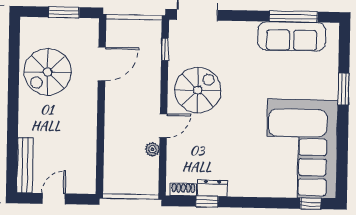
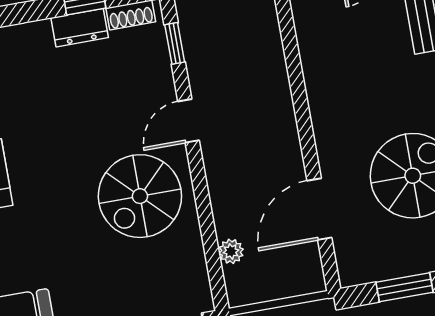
window: (165, 49) -> (175, 43), moved
plant: (152, 149) -> (231, 251), moved

